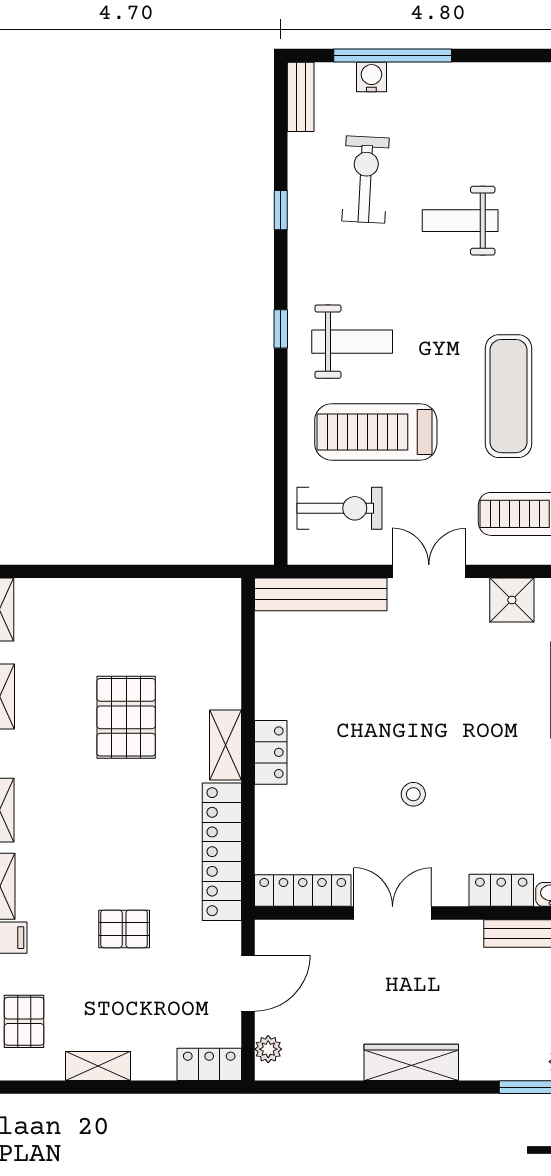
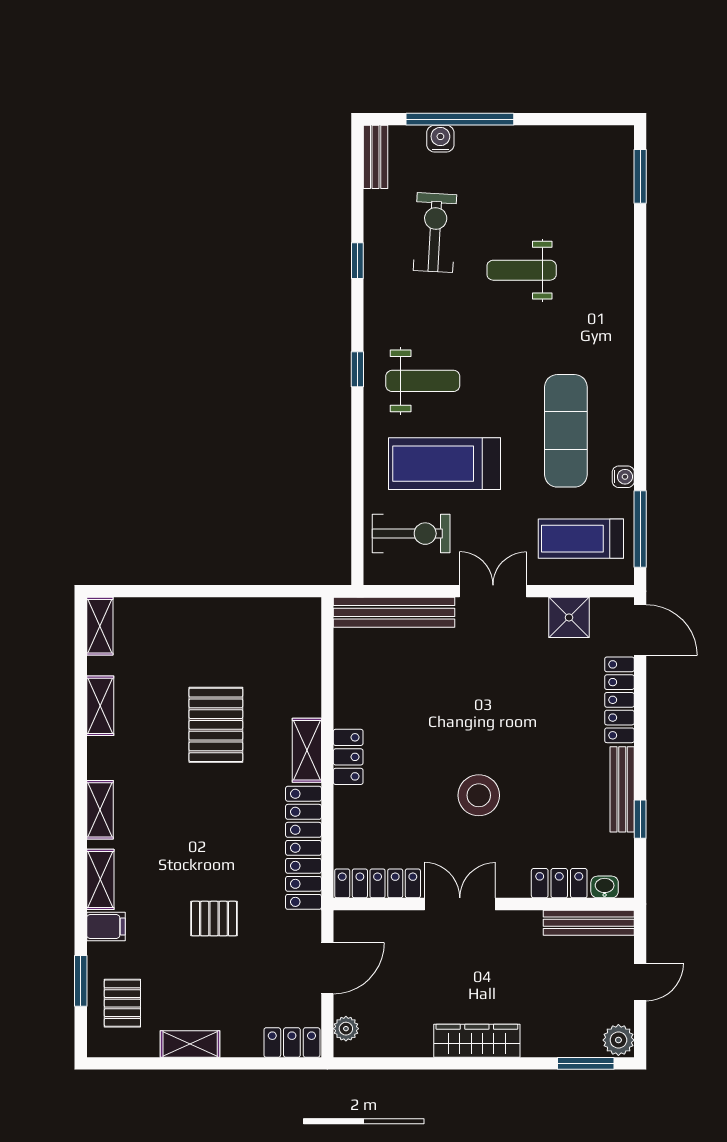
stool: (413, 794) -> (479, 795), width x1.89, depth x1.89

